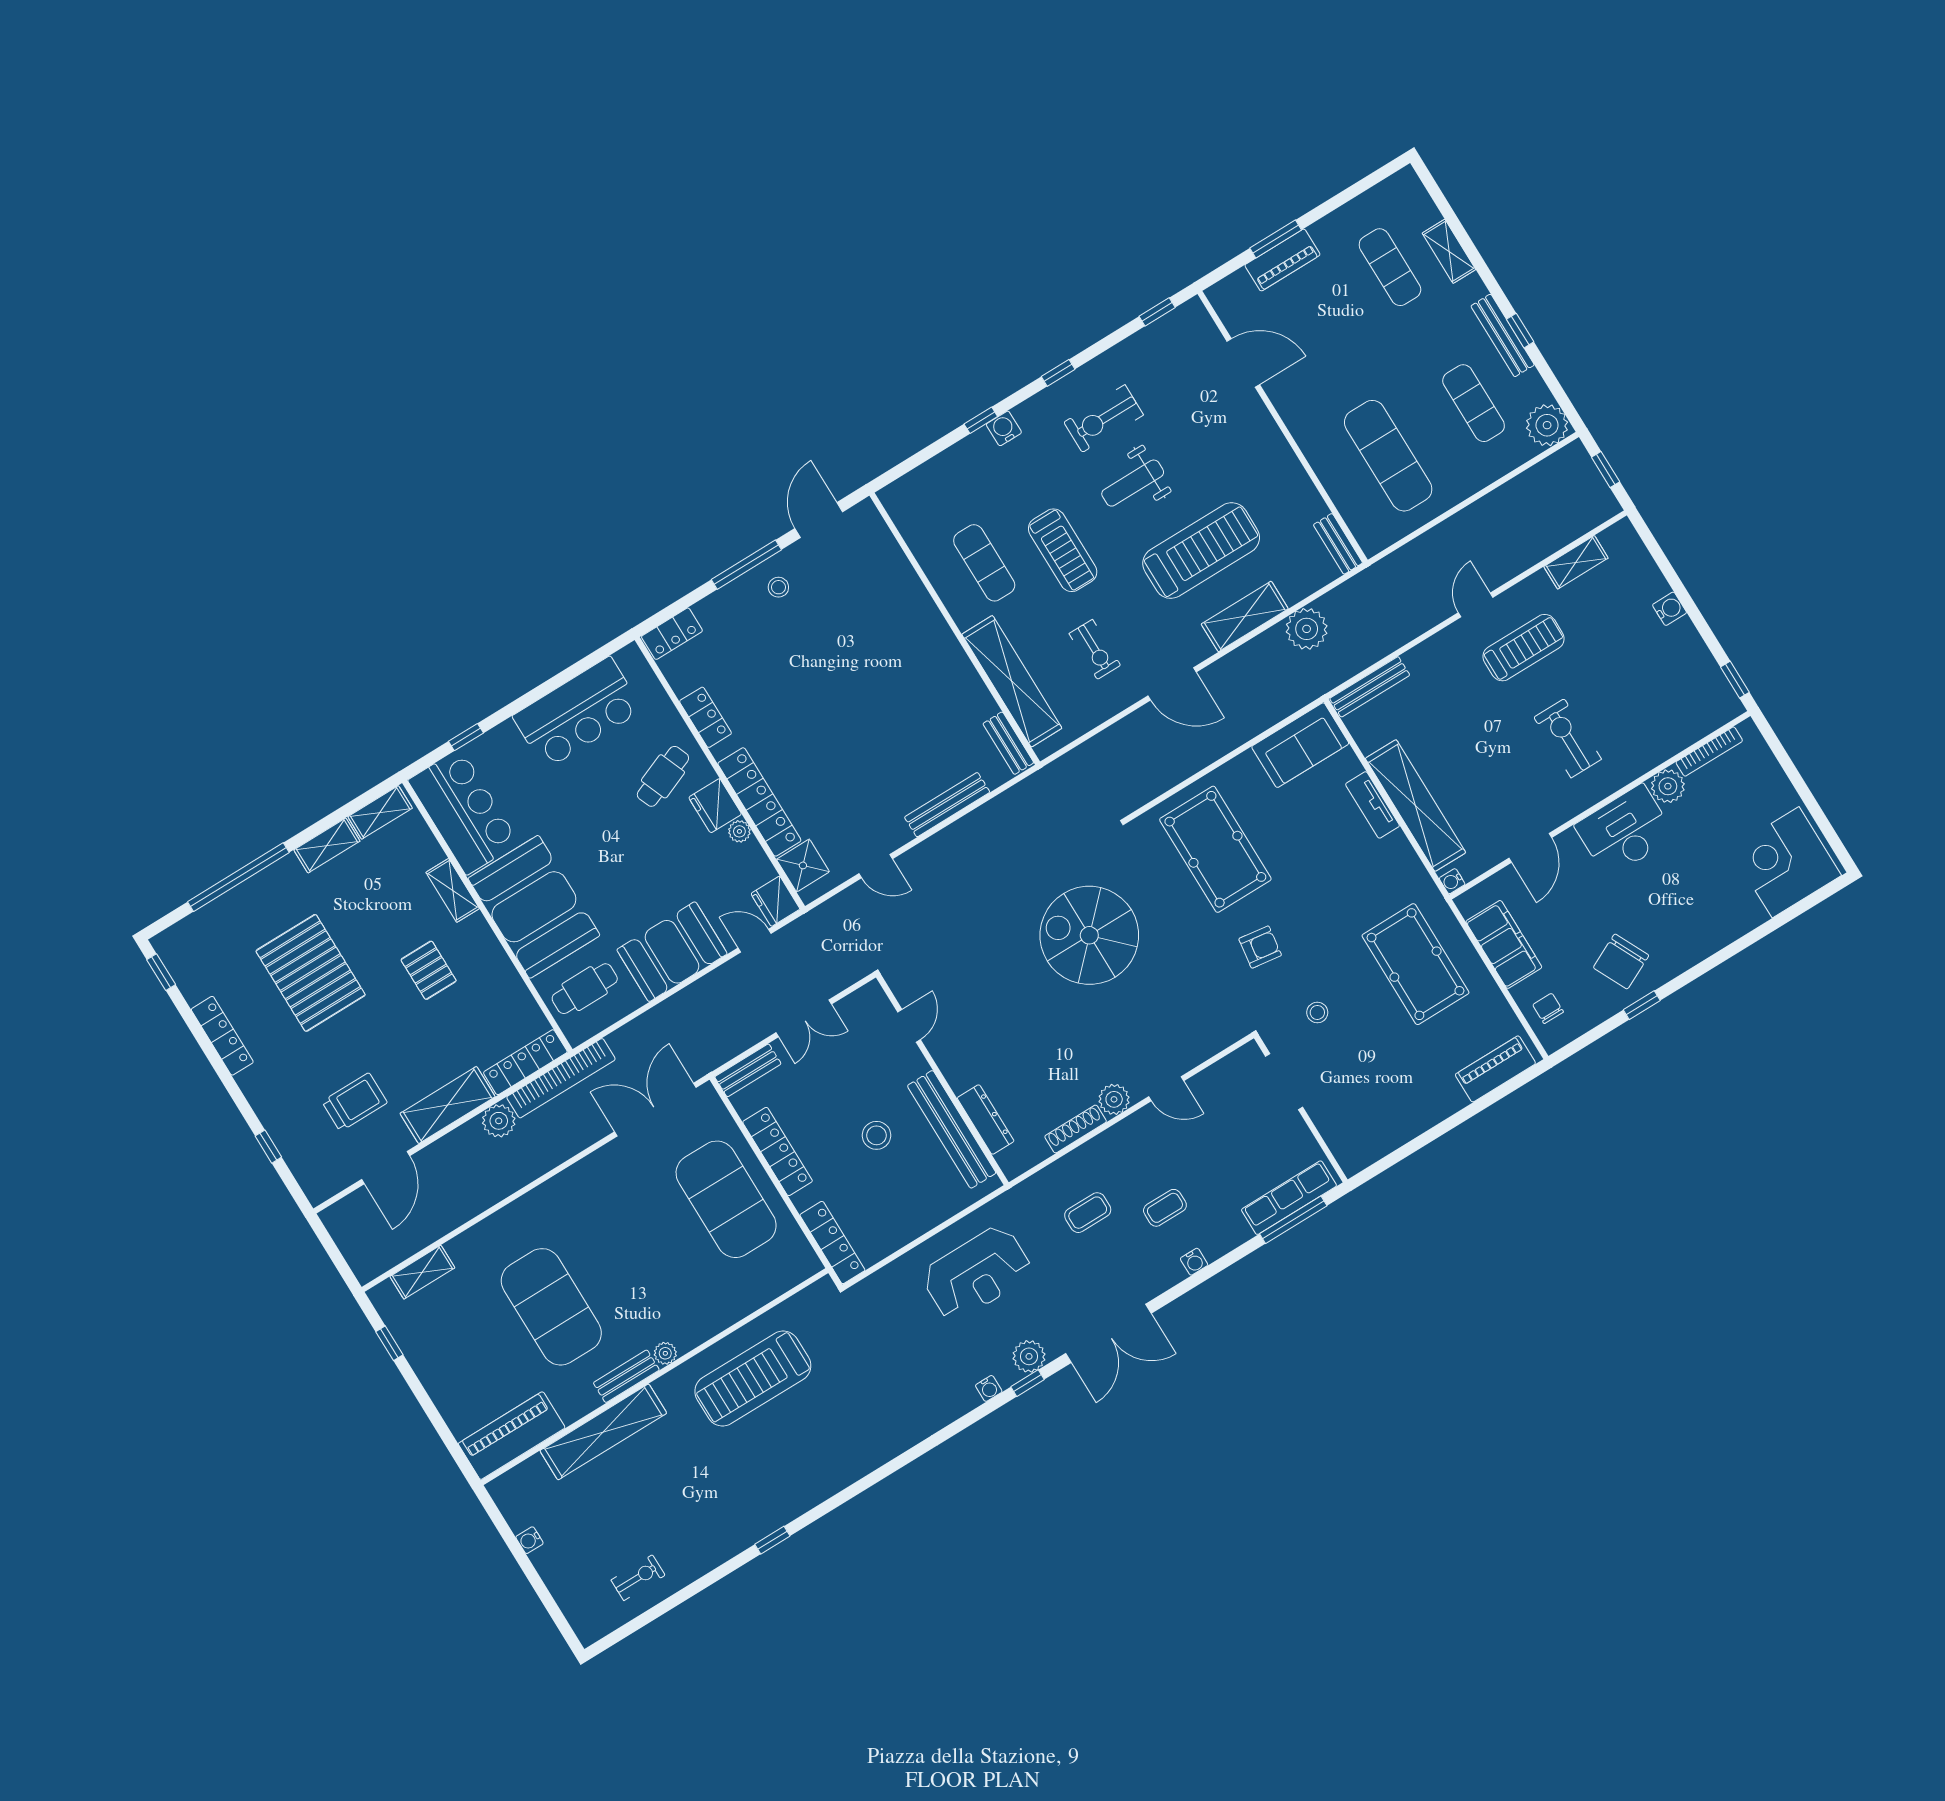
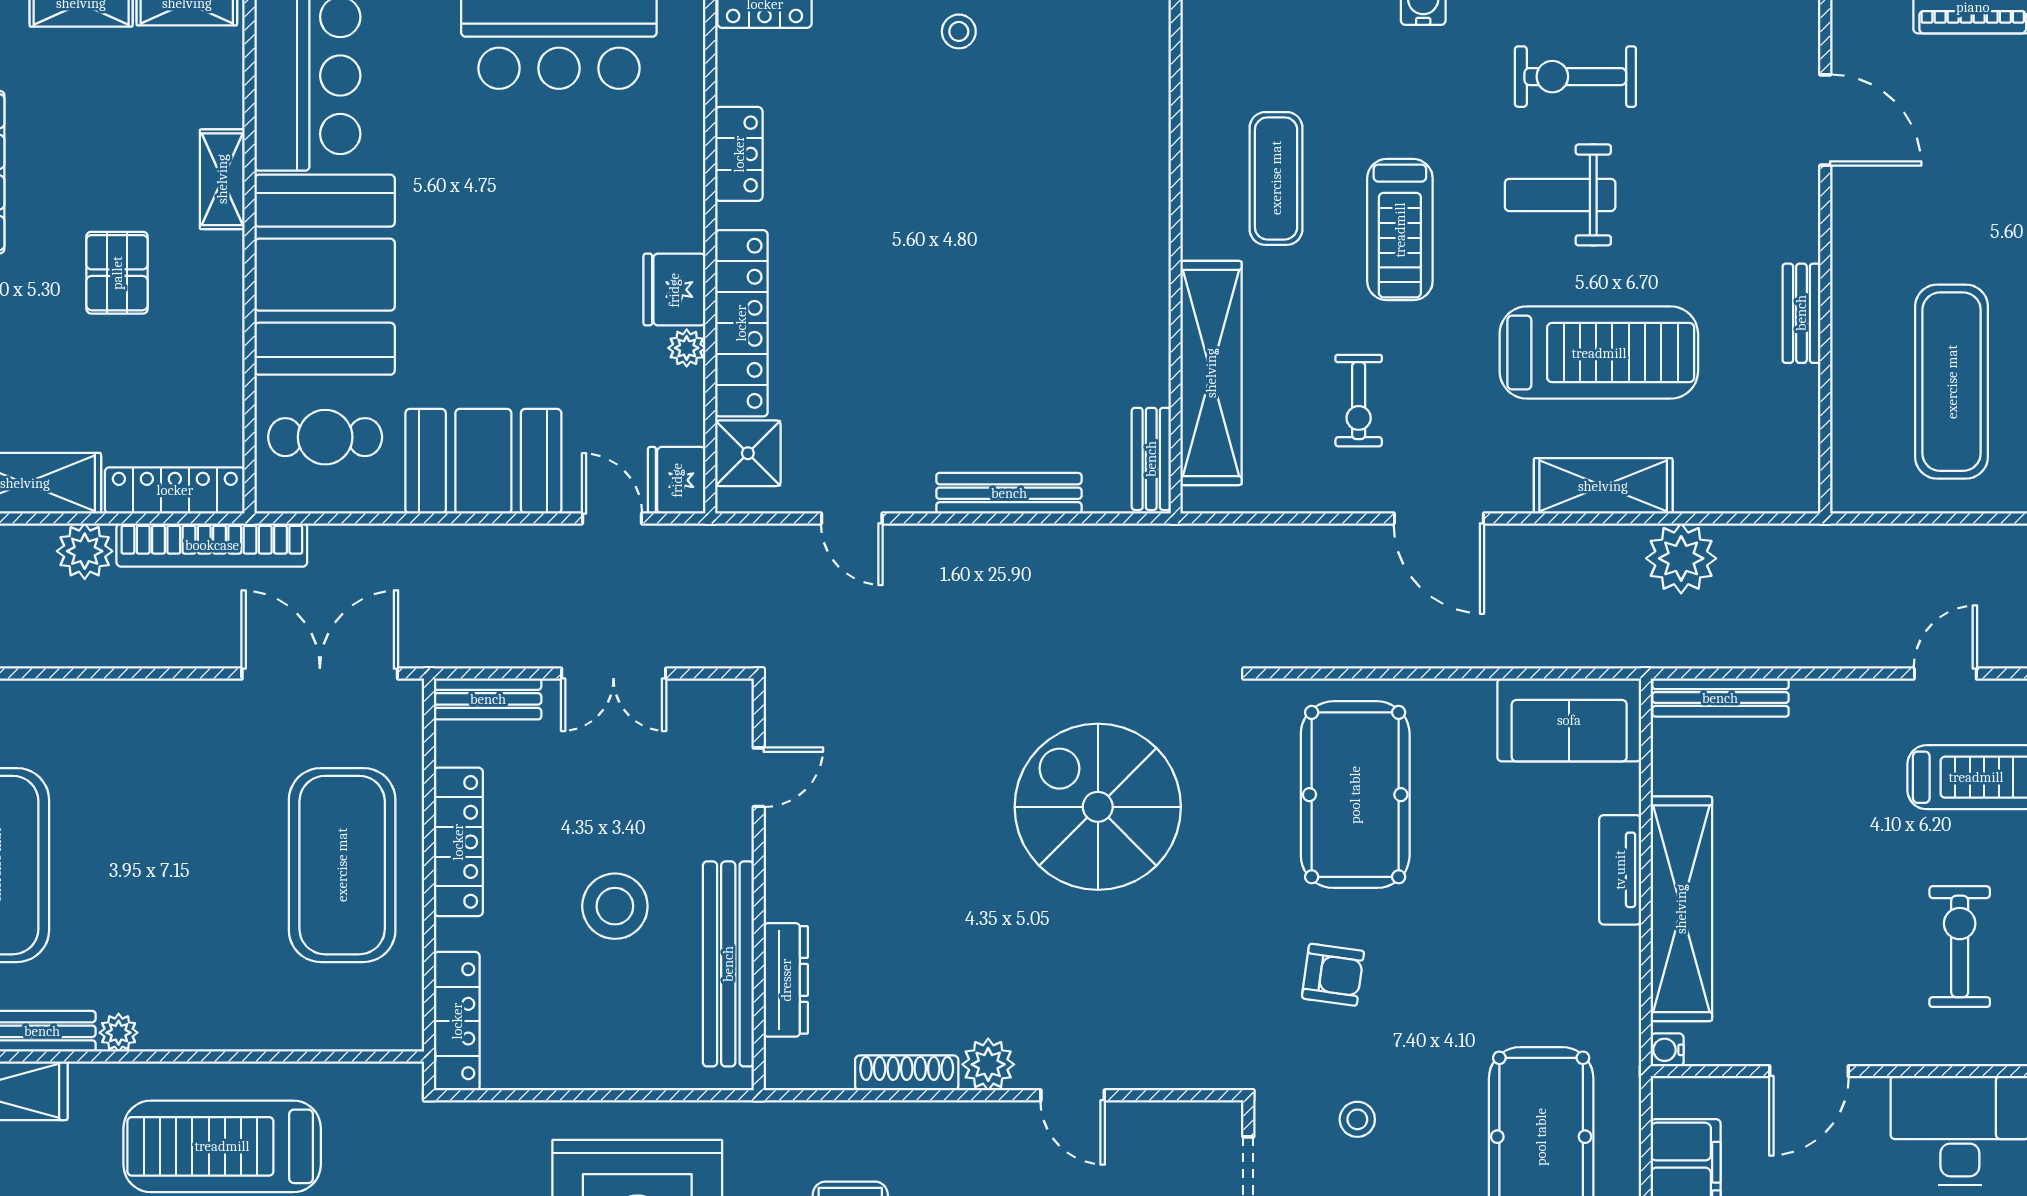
bench: (1338, 544) -> (1801, 313), moved
cafe table: (663, 776) -> (625, 201), removed
stool: (876, 1135) -> (615, 906), width x1.38, depth x1.38

